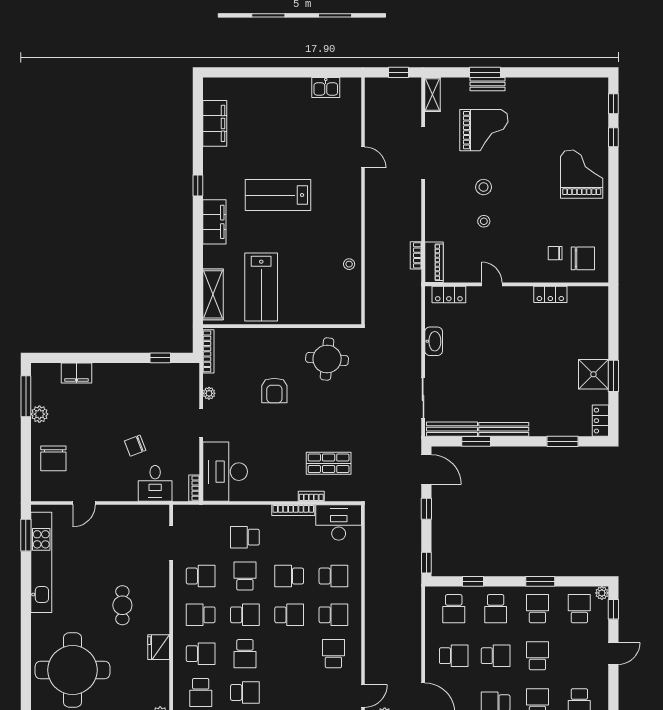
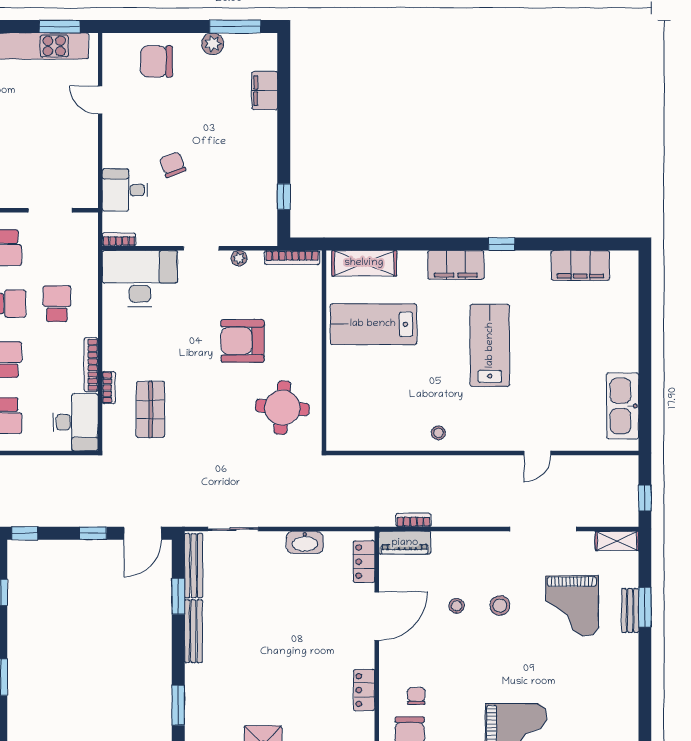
kitchen sink: (326, 88) -> (623, 406), width x1.87, depth x1.24
stool: (349, 264) -> (438, 433), moved
door: (492, 284) -> (377, 616), width x1.87
armchair: (274, 391) -> (242, 341), width x1.36, depth x1.36

